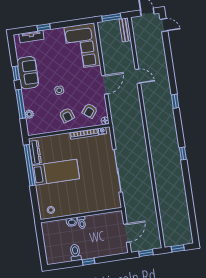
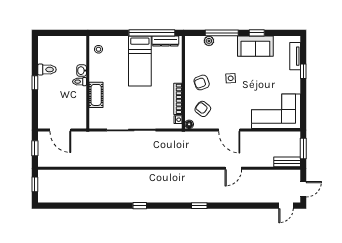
cot: (91, 206) -> (96, 95), added

